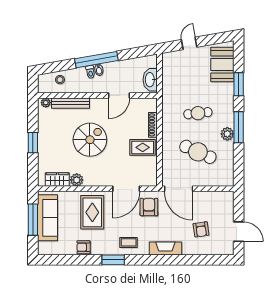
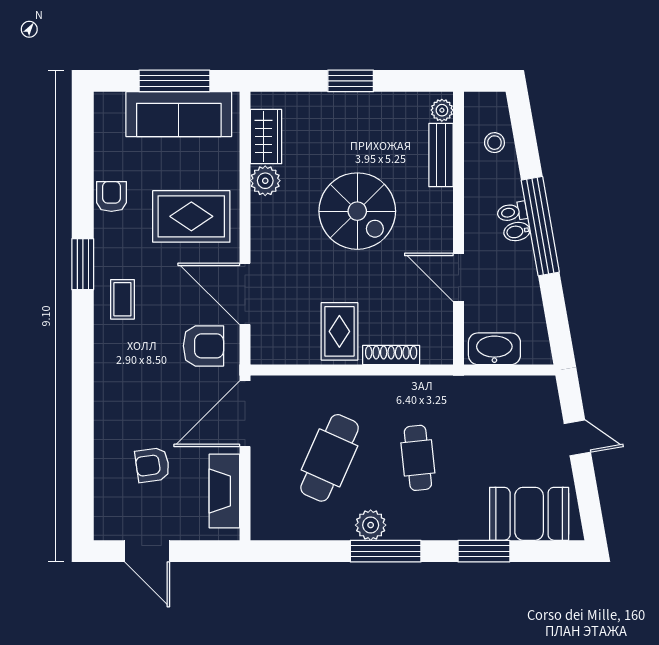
bench: (70, 103) -> (441, 155), width x0.73
door: (239, 232) -> (147, 551), hinge flipped
fireplace: (165, 248) -> (224, 491), moved, turned 180

